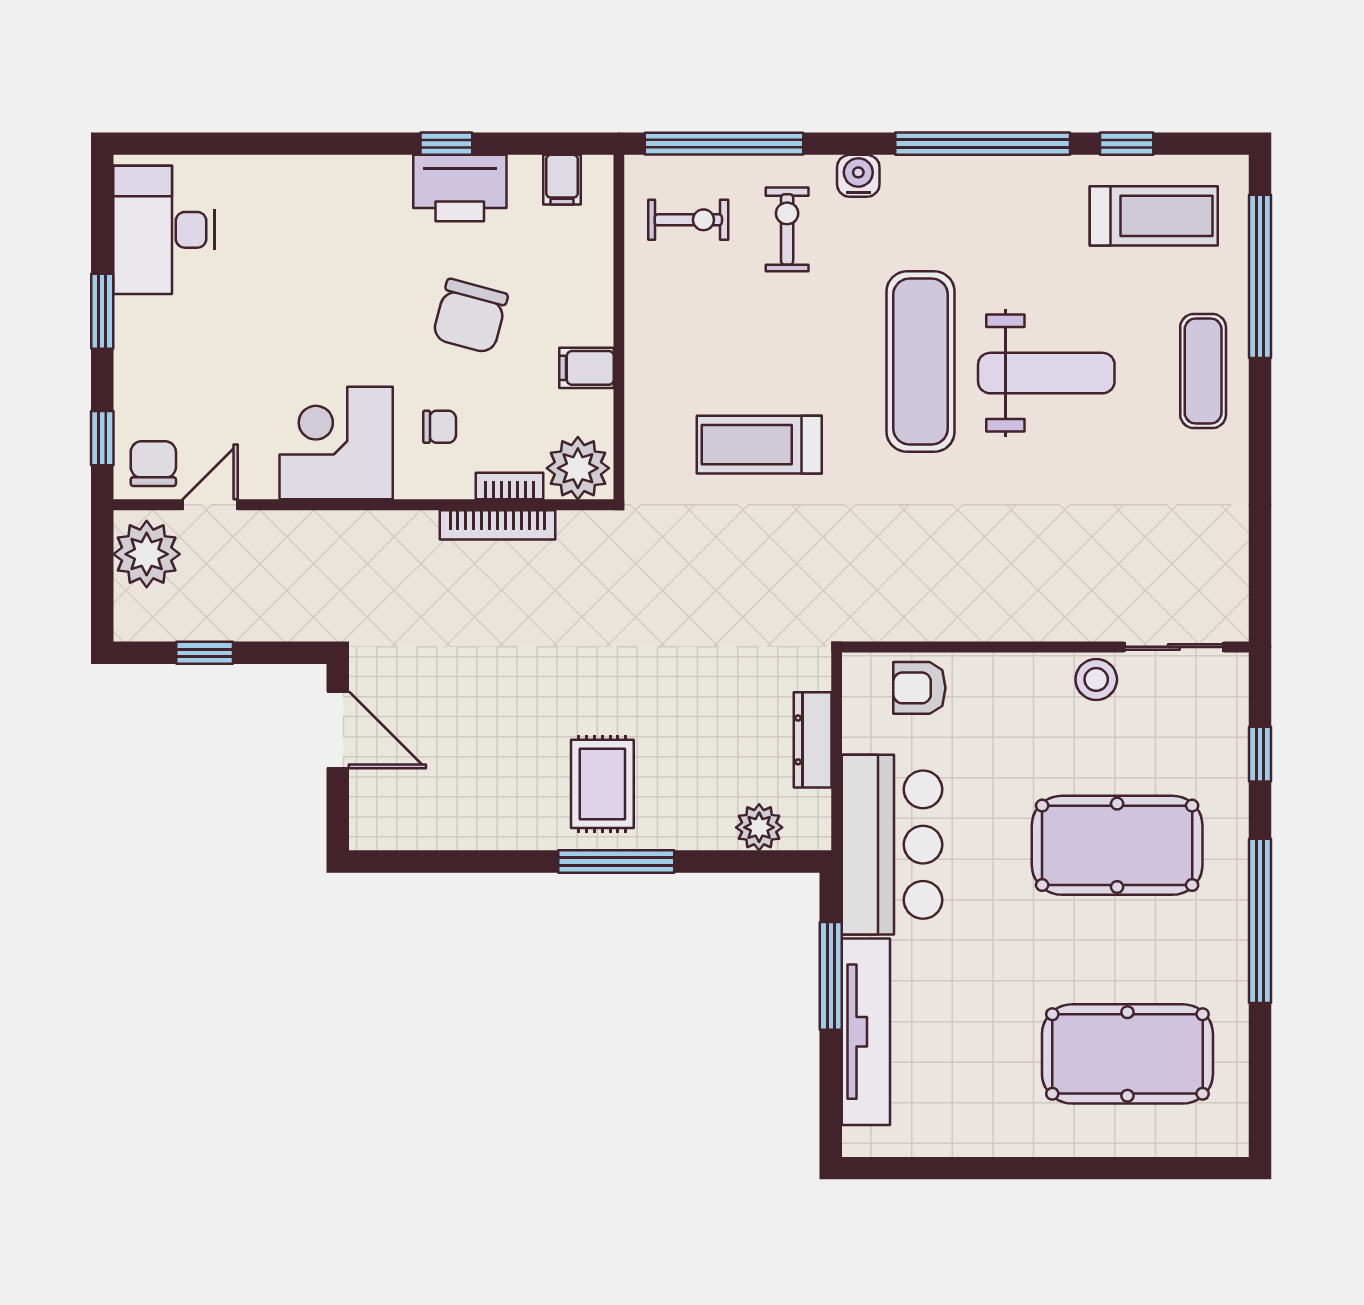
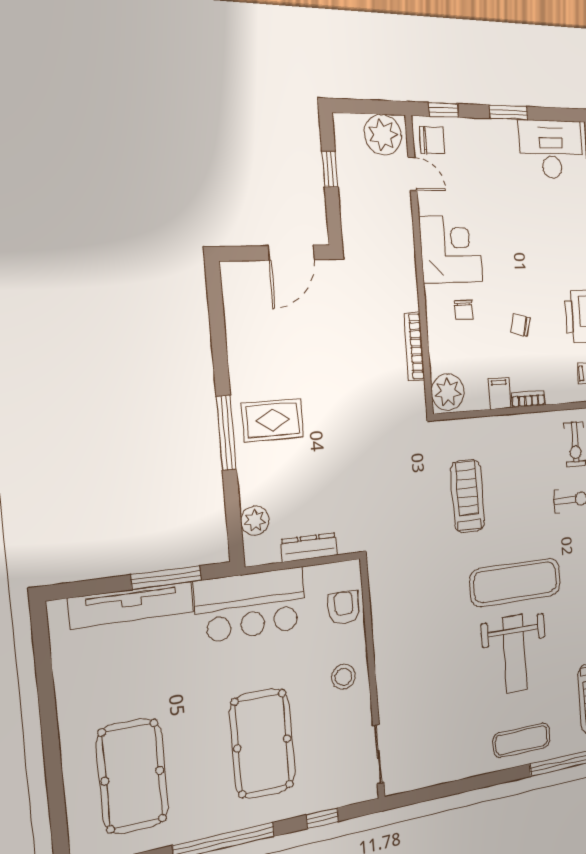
chair: (470, 316) -> (521, 325), width x0.54, depth x0.54
bookcase: (509, 486) -> (528, 399), moved, turned -90
stool: (1096, 679) -> (343, 677), moved

